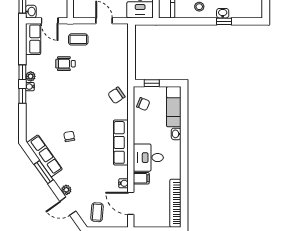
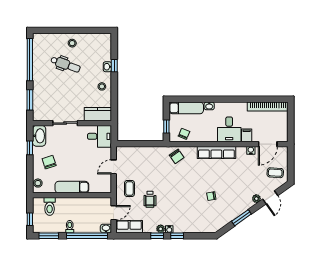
row of seats: (45, 156) -> (228, 217), removed

